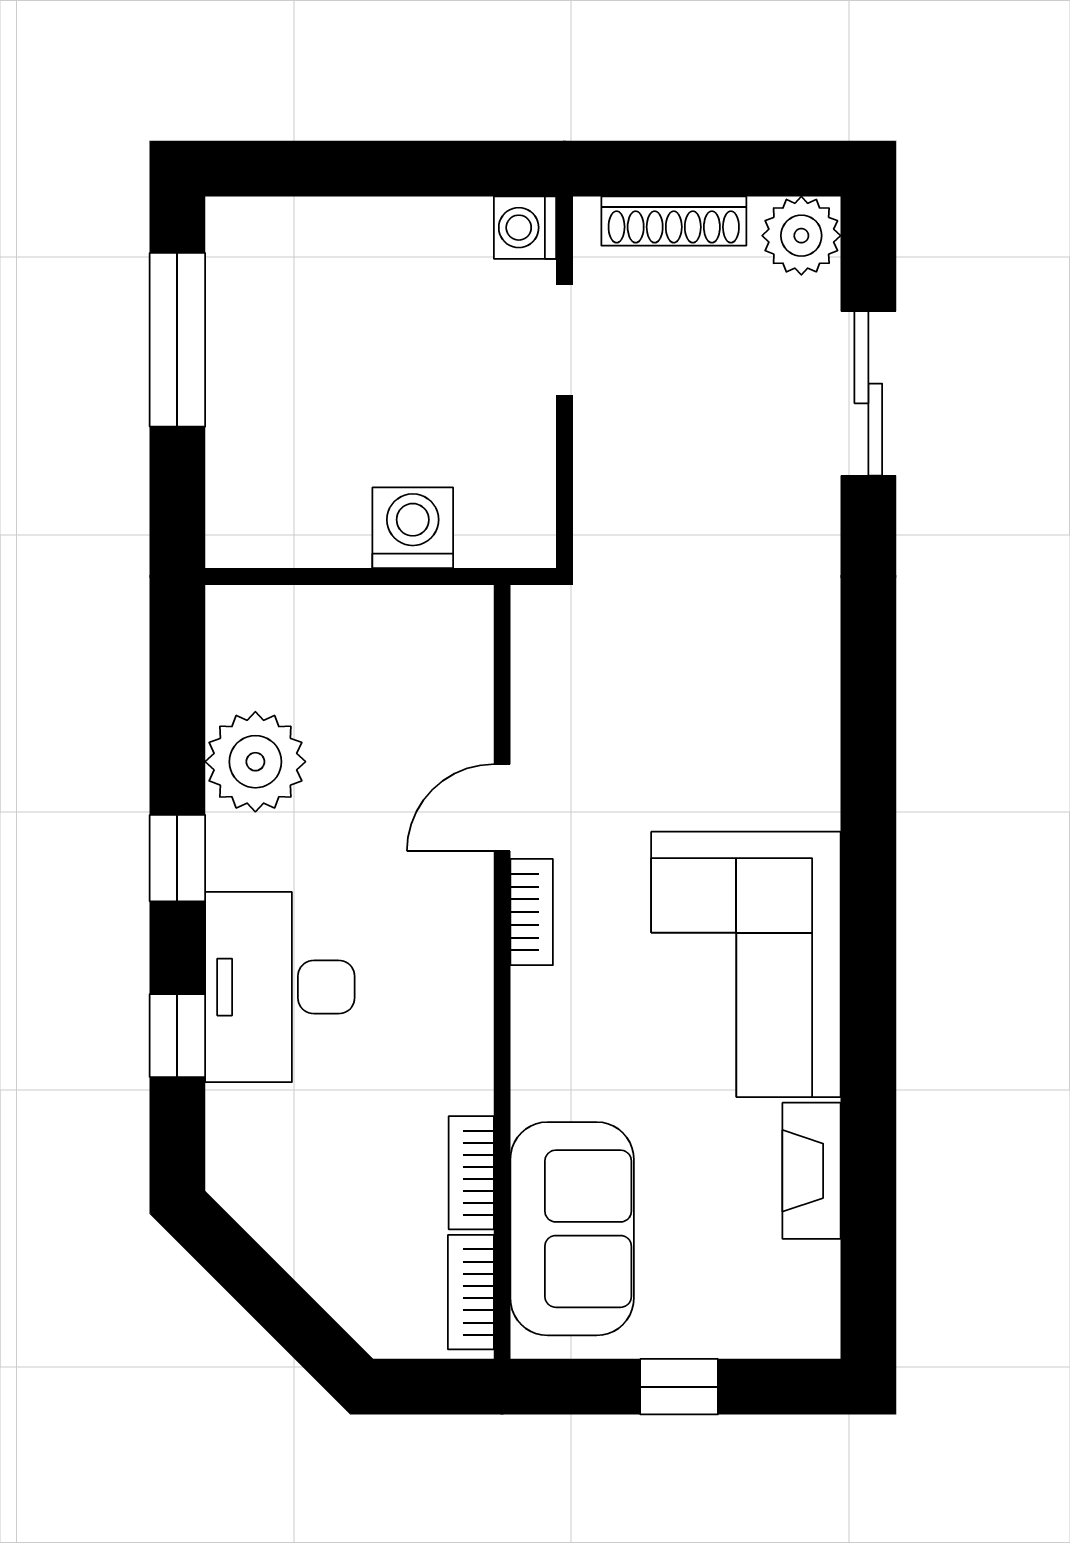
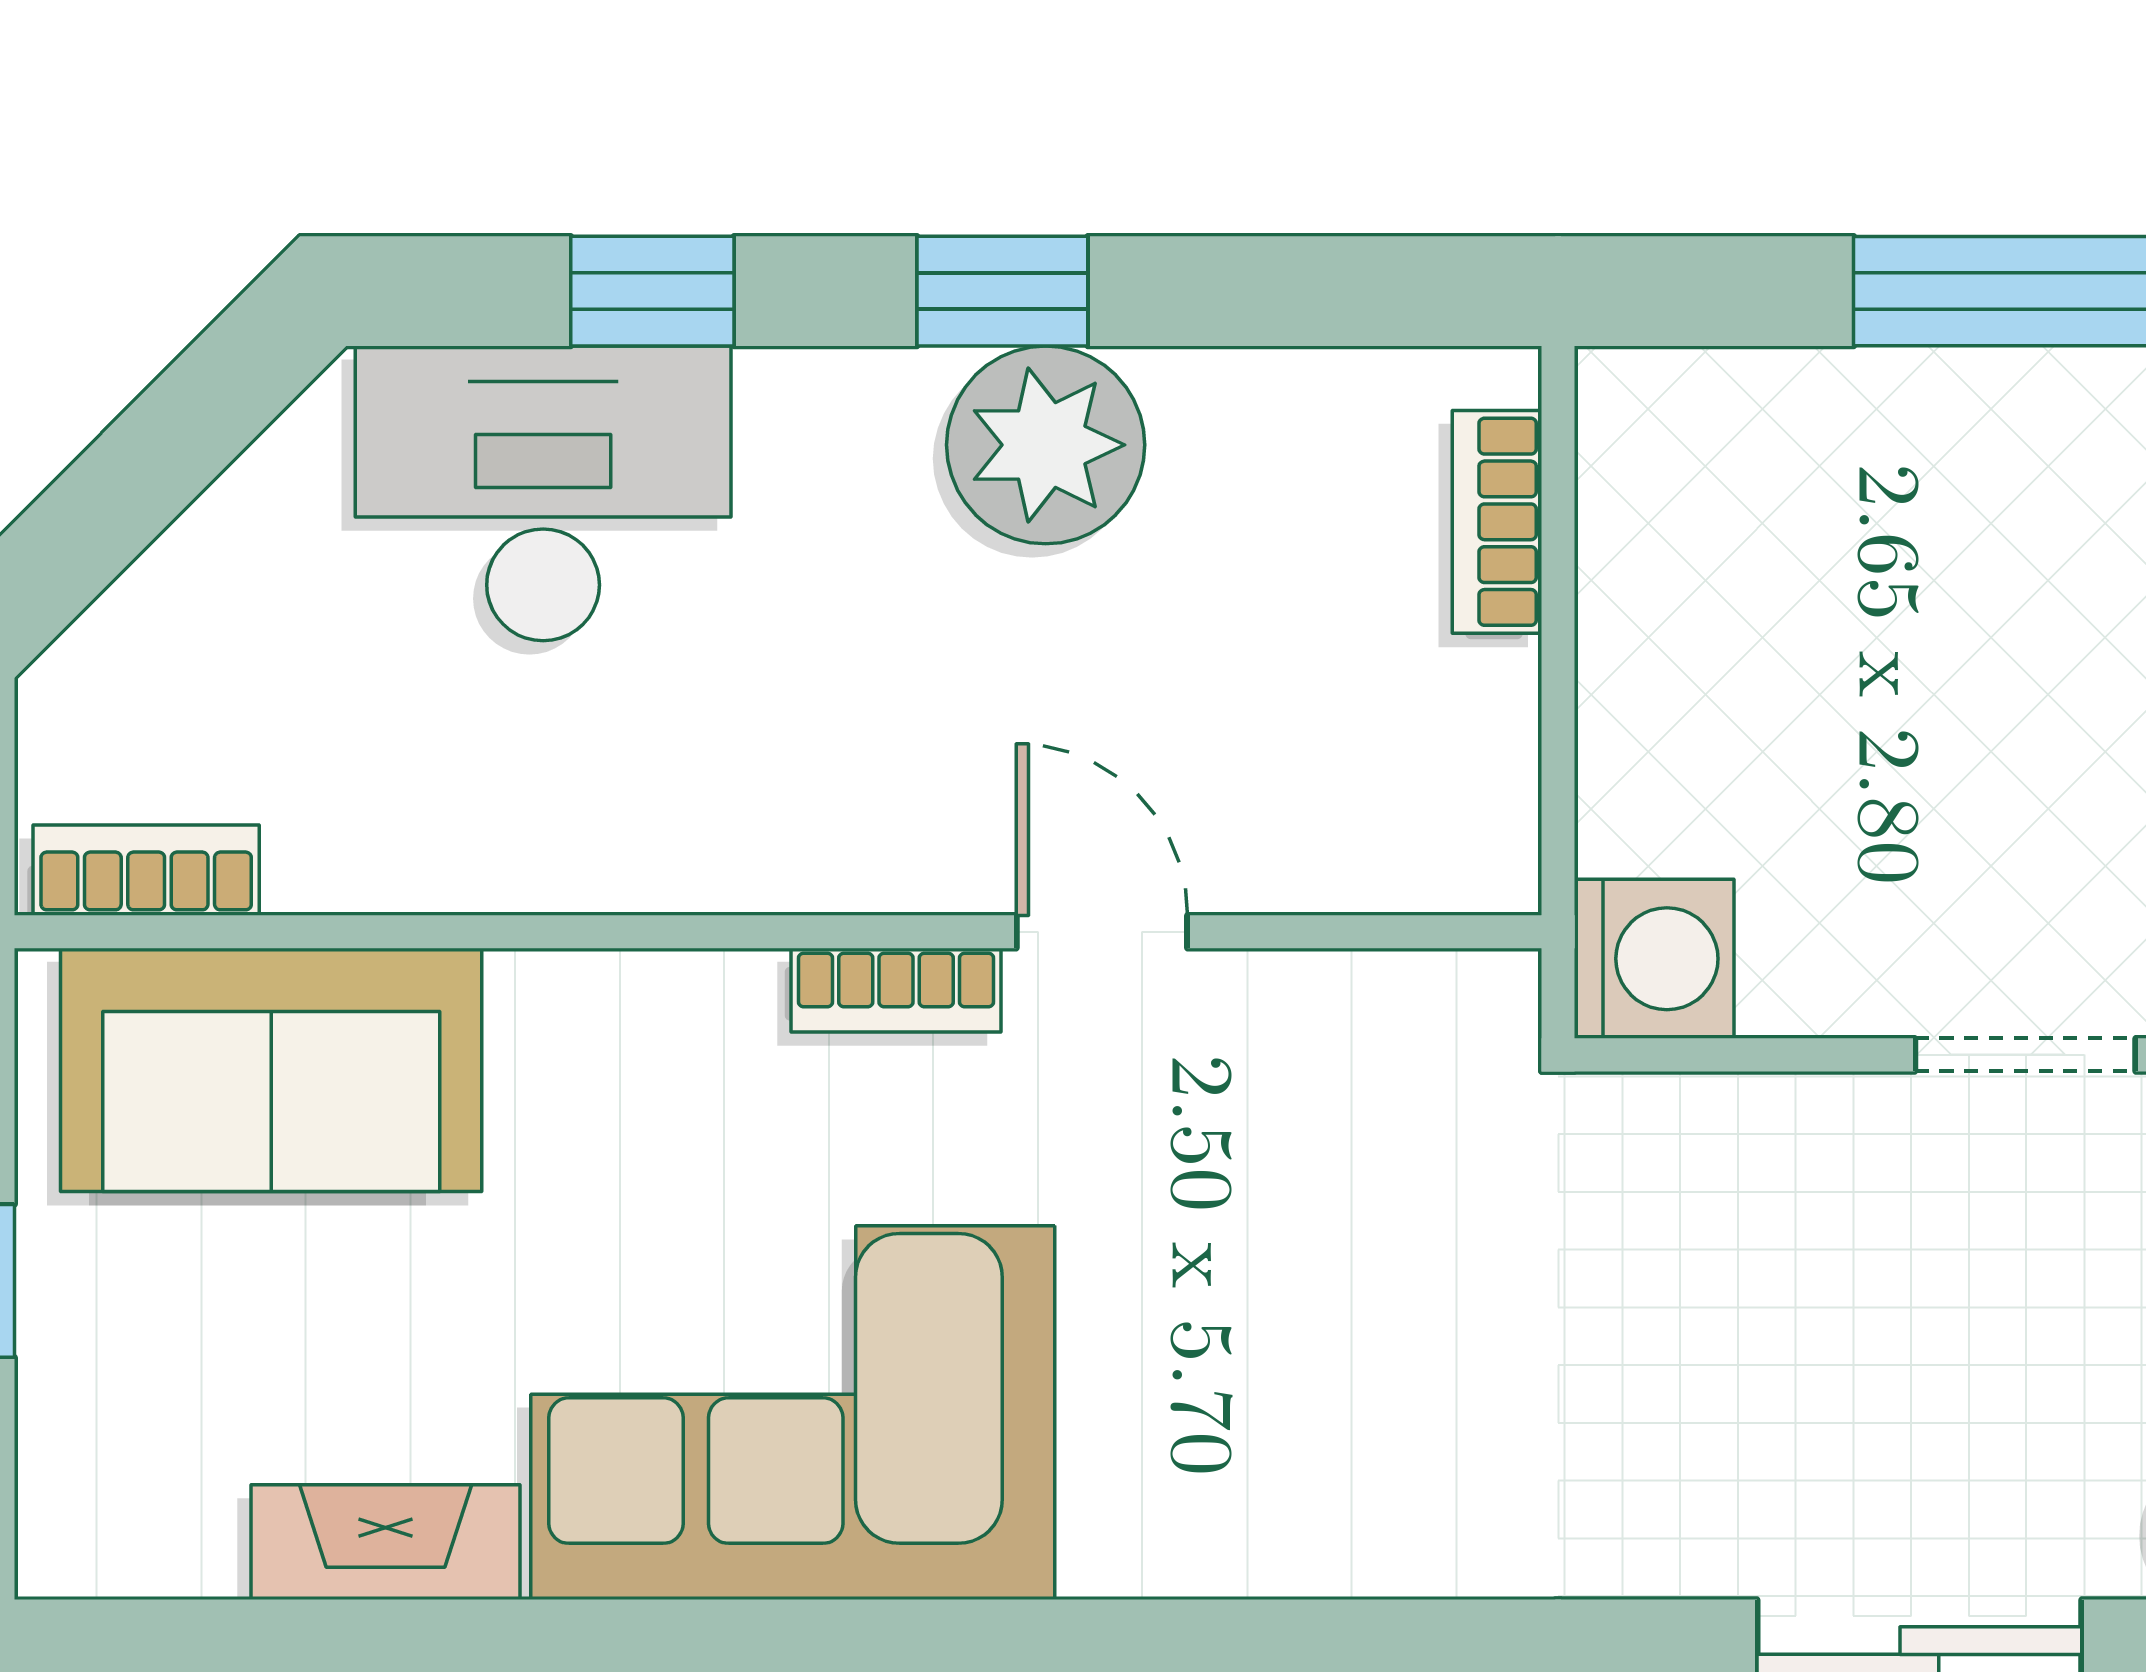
washing machine: (413, 528) -> (1654, 959), moved
plant: (255, 762) -> (1046, 445), moved
desk: (280, 987) -> (543, 493), moved
bookcase: (471, 1173) -> (1497, 522), moved, turned -90

